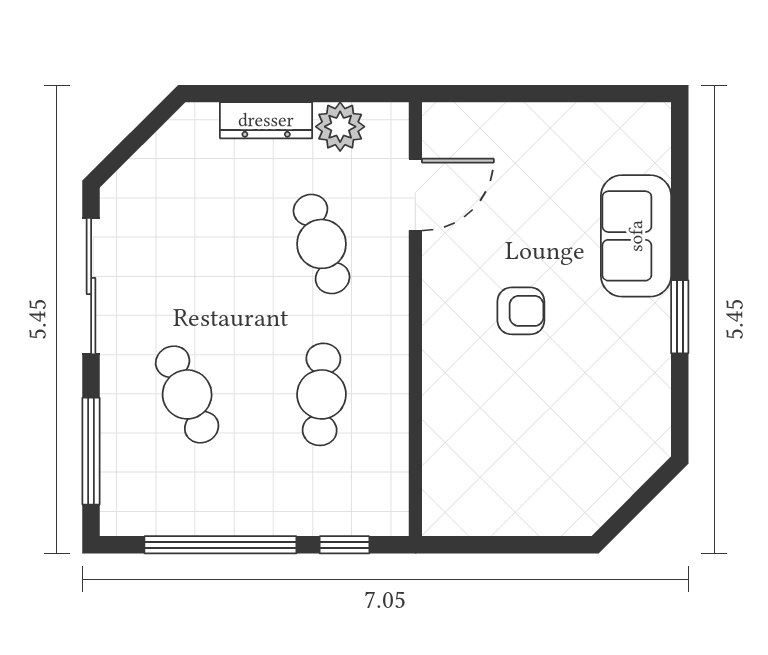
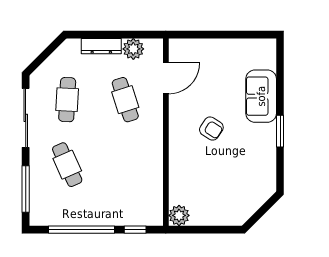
armchair: (521, 311) -> (211, 129), turned 33
cafe table: (322, 394) -> (67, 100), moved
plant: (446, 512) -> (179, 215), added

